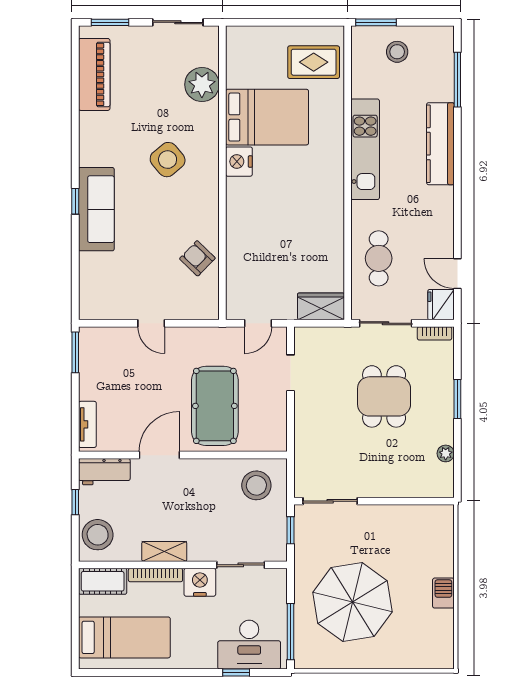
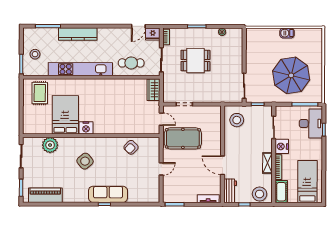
kitchen unit: (365, 149) -> (80, 69), width x1.36
pool table: (215, 406) -> (183, 138), moved

